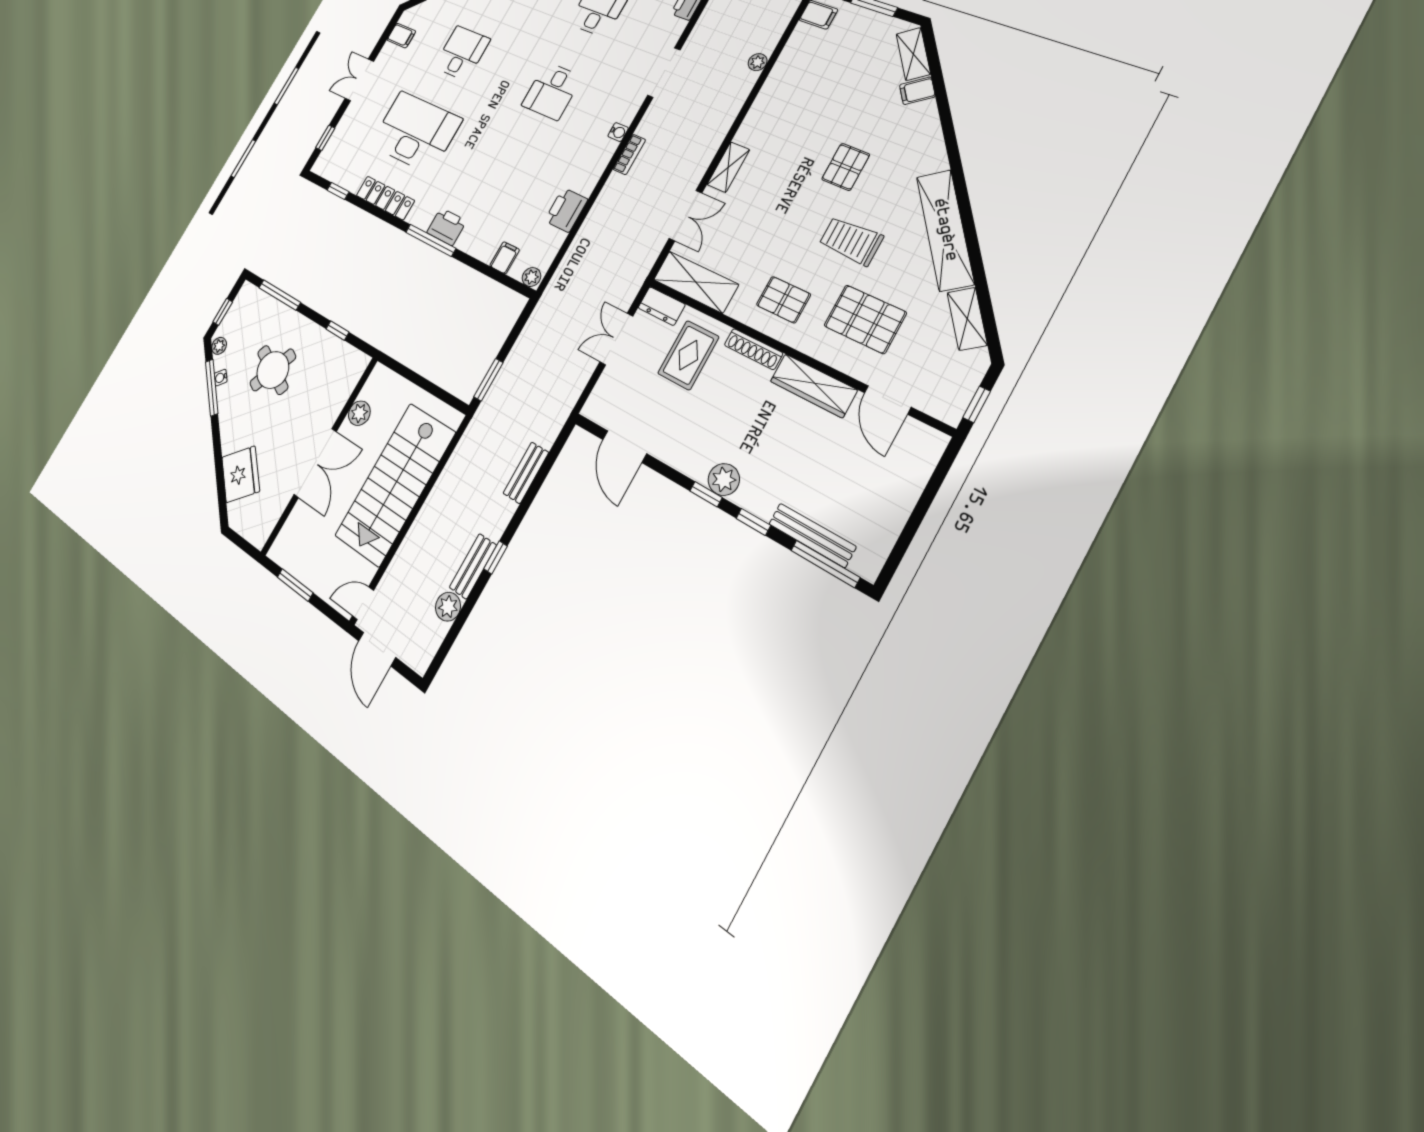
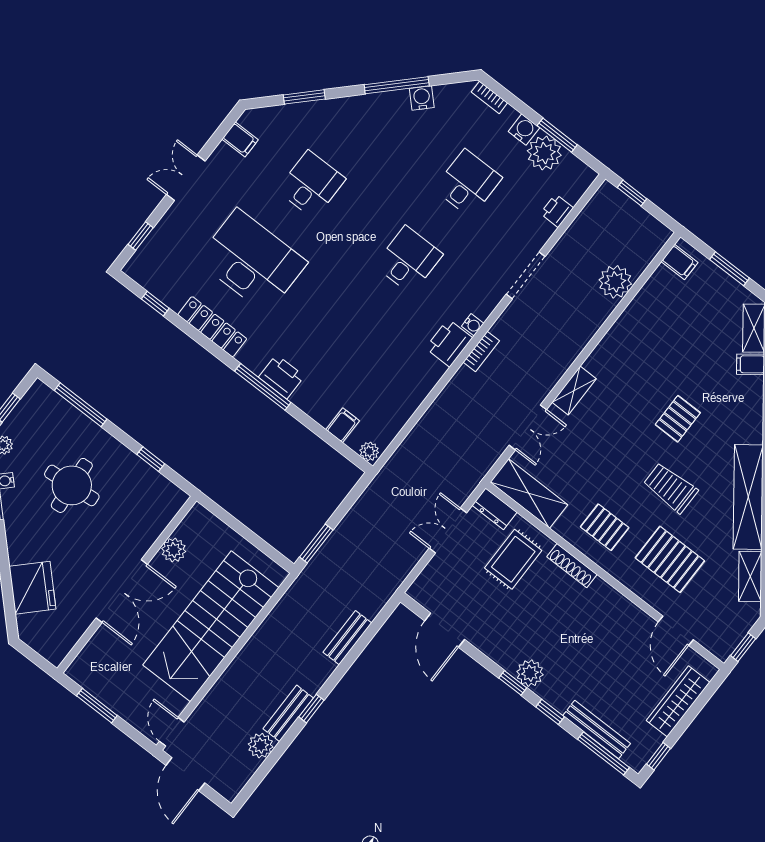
plant: (758, 62) -> (615, 282), width x1.88, depth x1.88
desk: (552, 91) -> (408, 260), turned 180
printer: (566, 210) -> (449, 343), moved
round table: (273, 370) -> (72, 485), turned -30
wardrobe: (813, 386) -> (678, 701), moved, turned 90
window: (895, 558) -> (658, 756), added
door: (363, 603) -> (172, 732), hinge flipped

